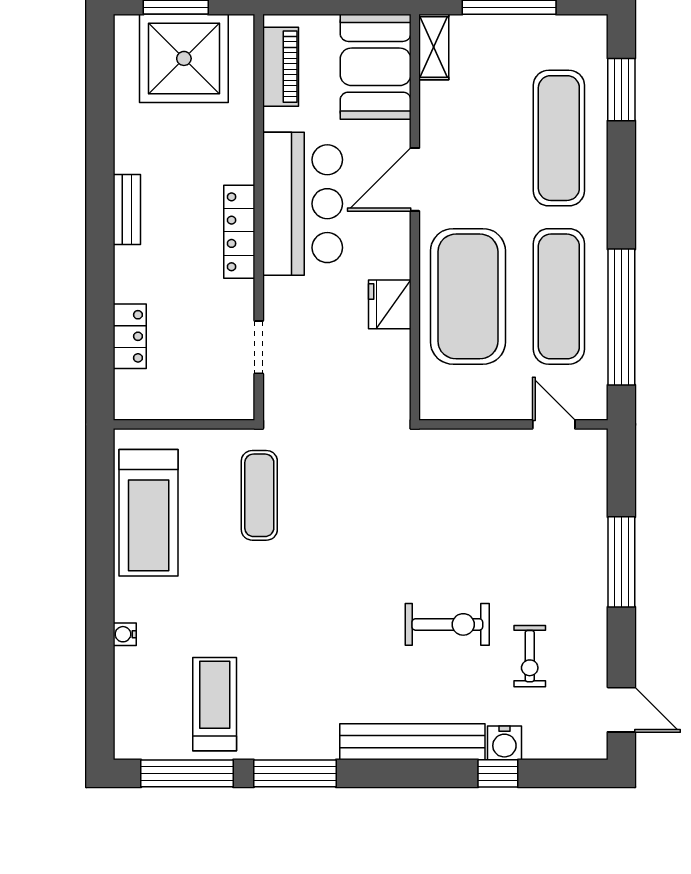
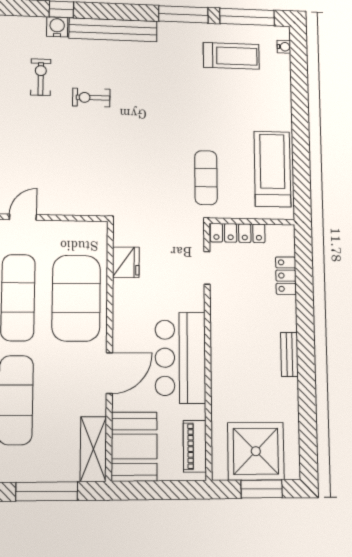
shelving: (434, 47) -> (93, 449), width x1.50, depth x1.33
locker: (239, 232) -> (238, 233), moved, turned 90
fridge: (390, 304) -> (126, 262), moved
door: (554, 424) -> (23, 217), swing flipped
exercise bike: (447, 624) -> (91, 98), width x0.73, depth x0.72
water cooler: (125, 634) -> (284, 47), moved
treadmill: (215, 704) -> (231, 56), turned -90

